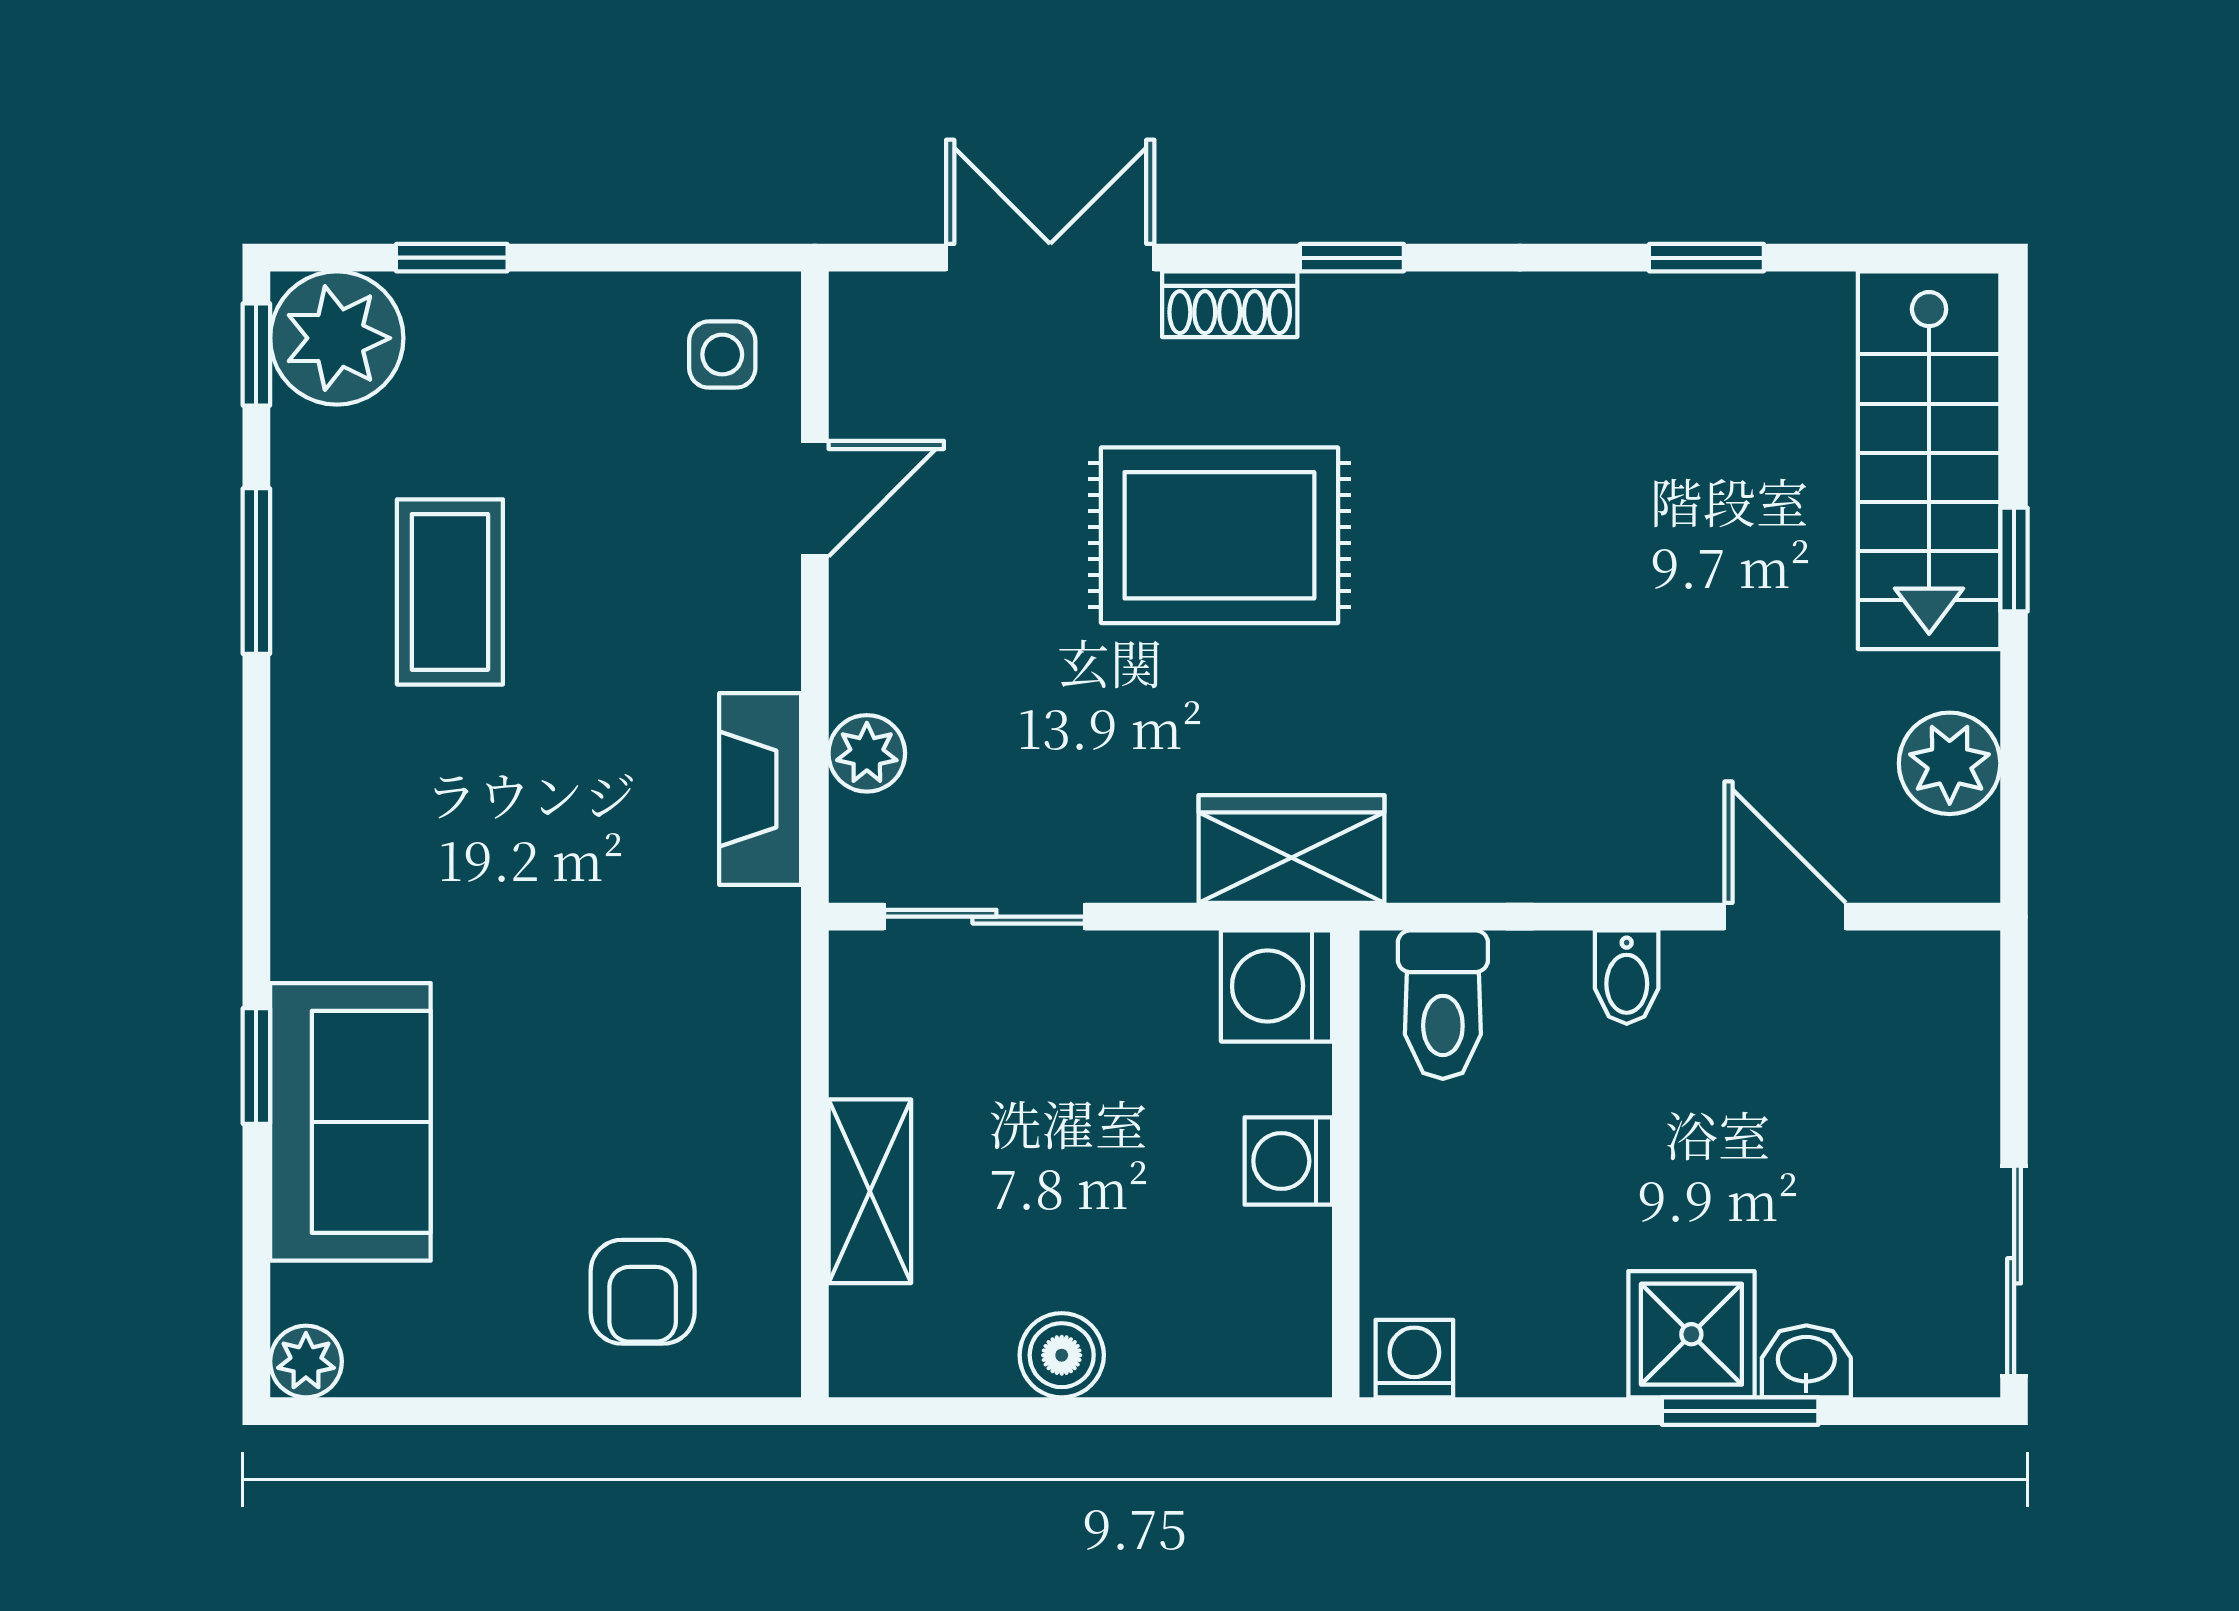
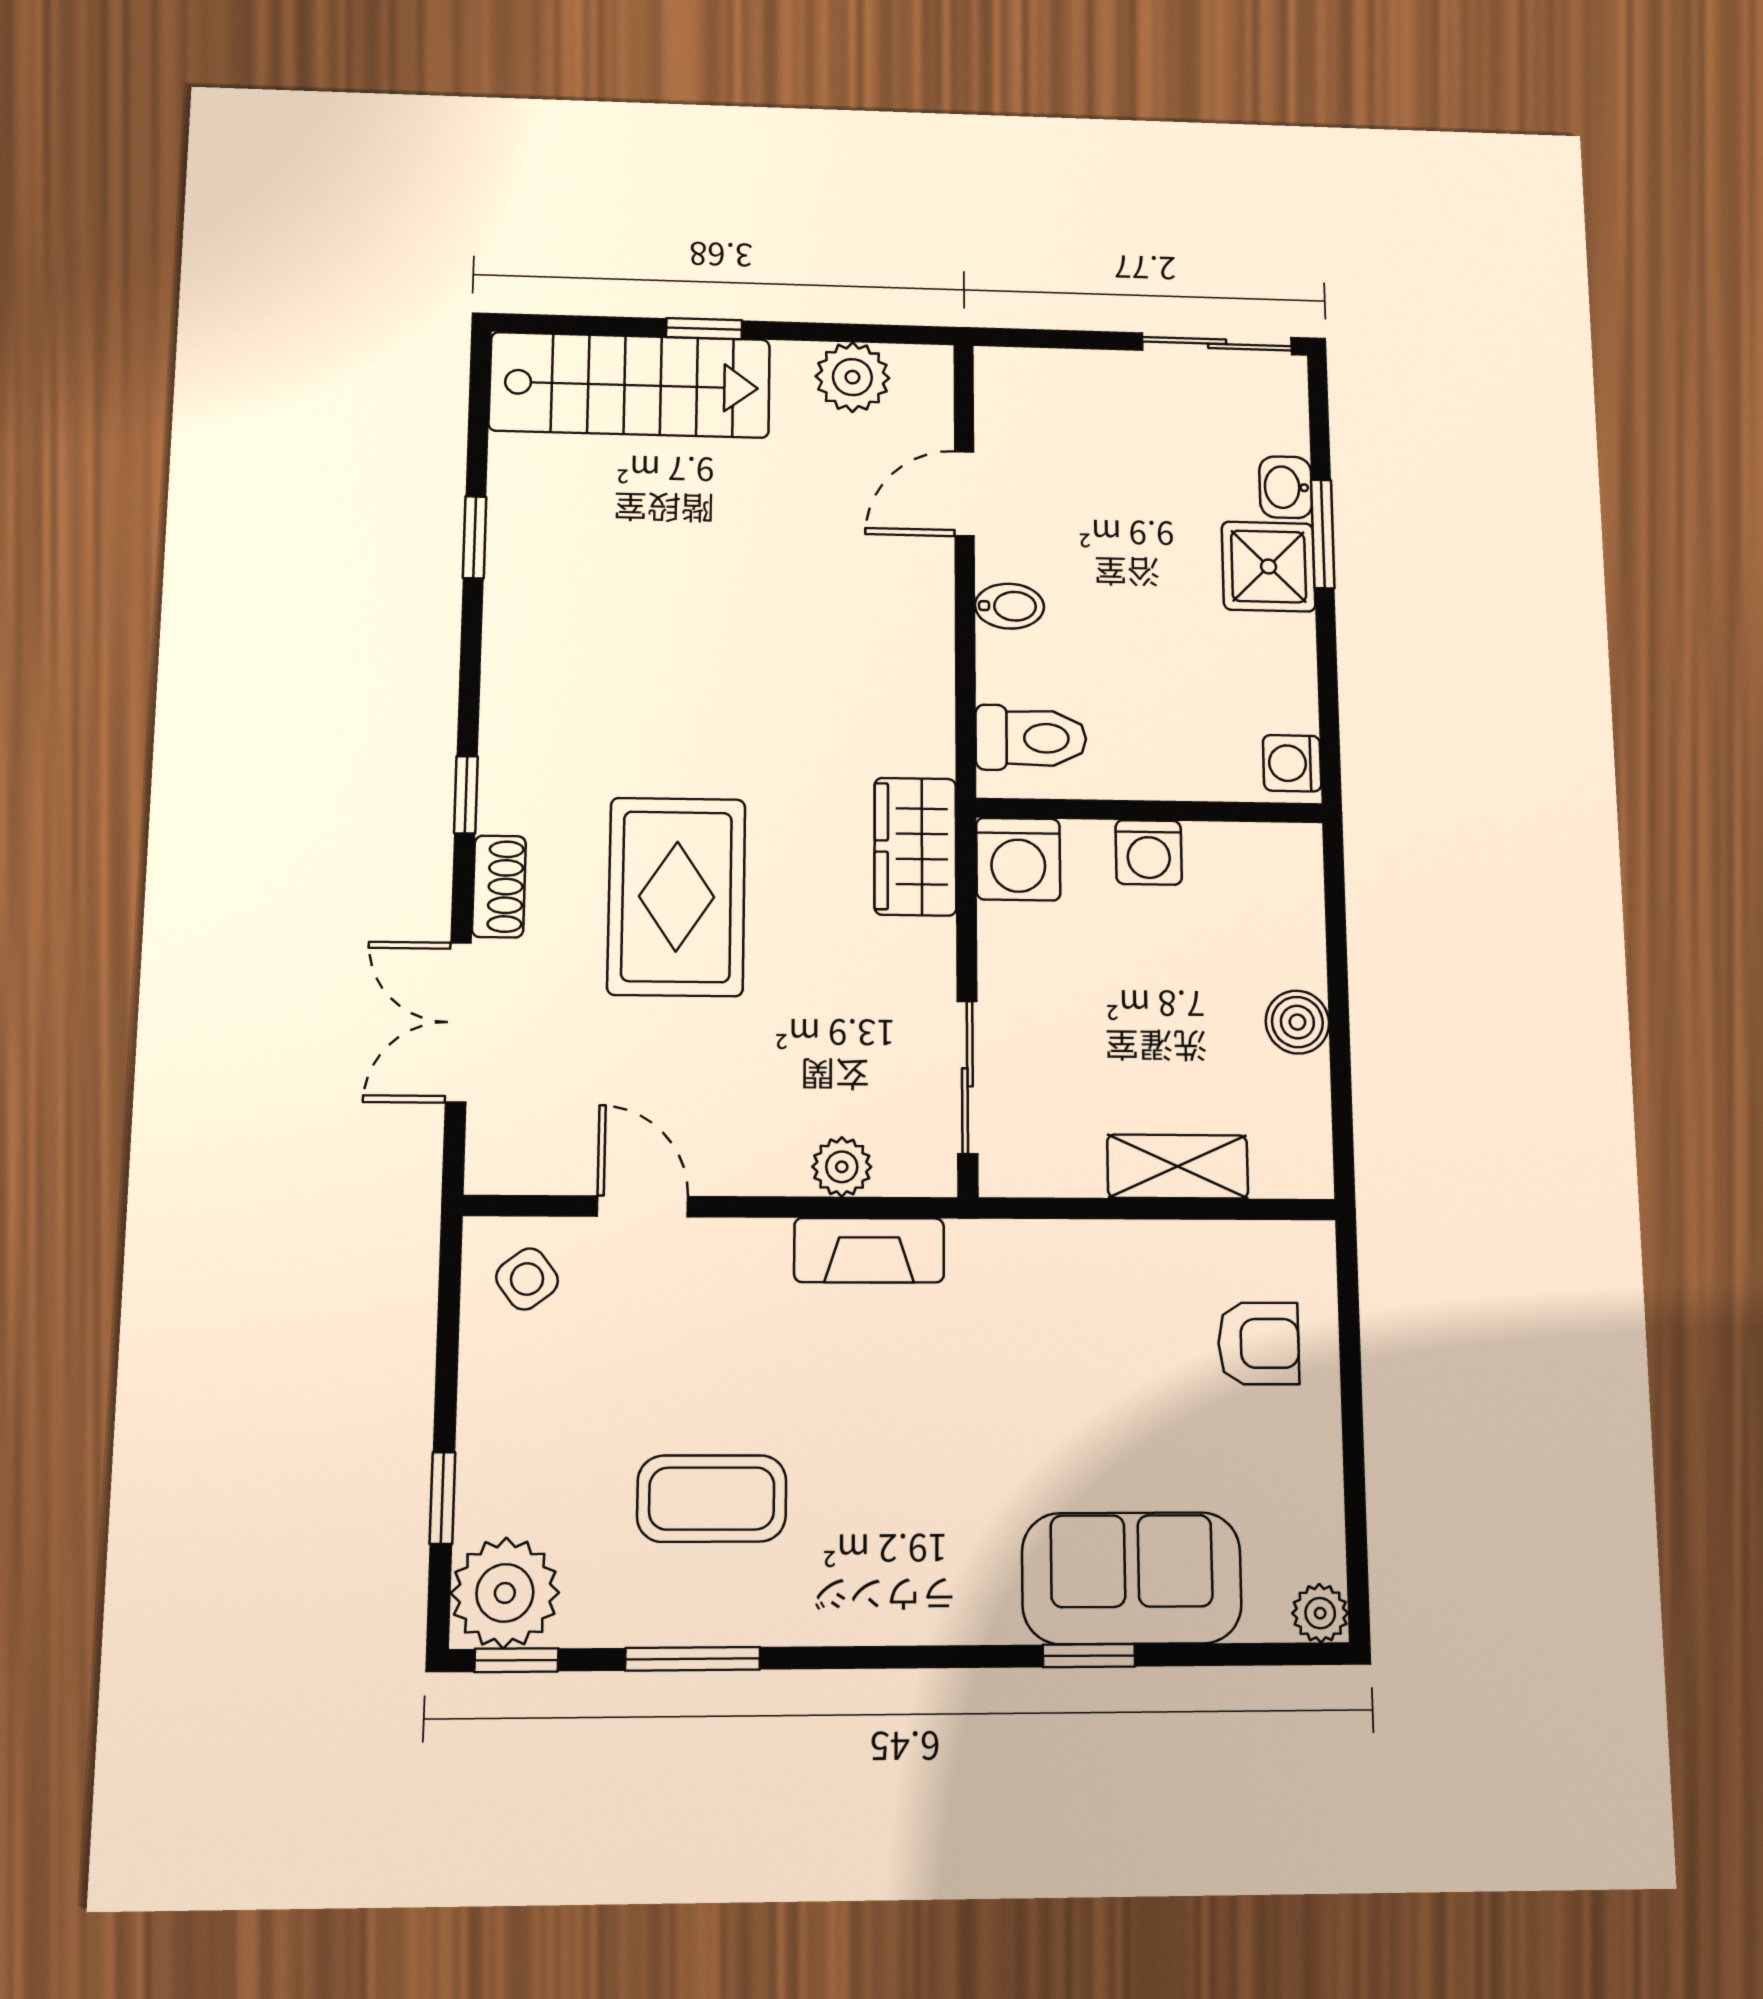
side table: (722, 355) -> (527, 1279), turned -37

